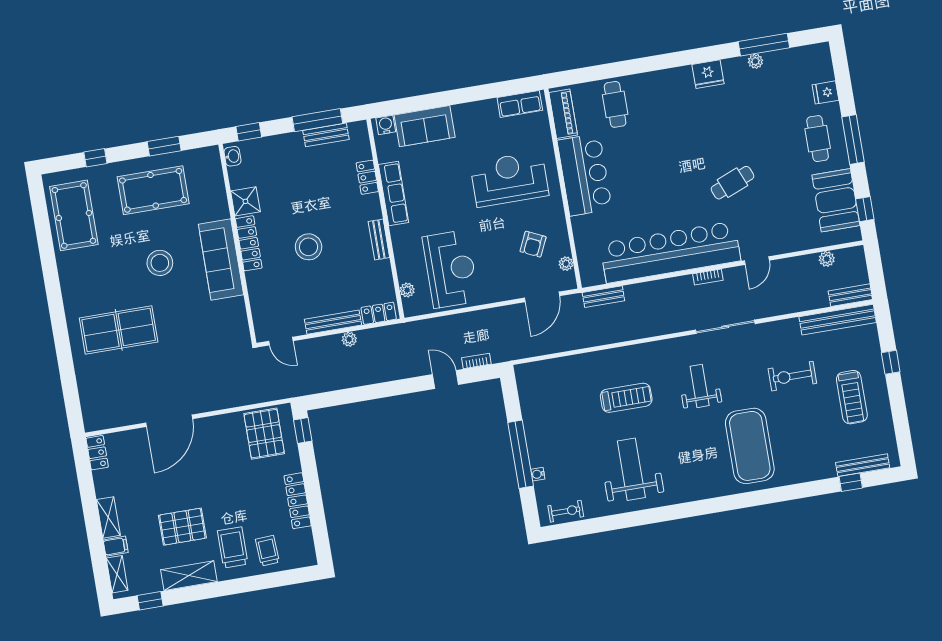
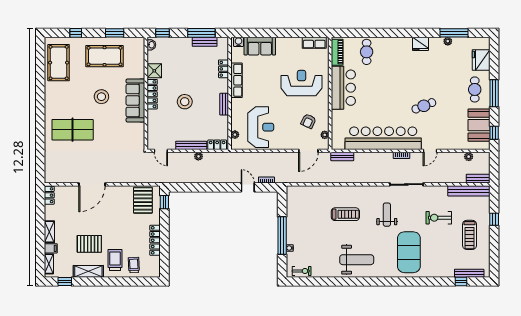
fridge: (825, 92) -> (481, 60), width x1.88, depth x1.34
weight bench: (631, 469) -> (357, 260), moved, turned 90

